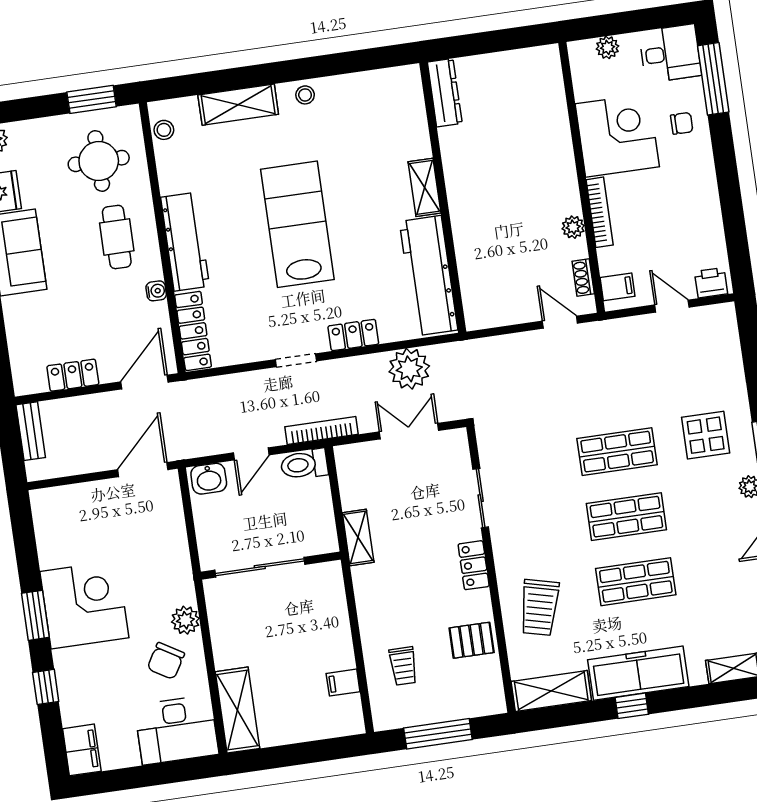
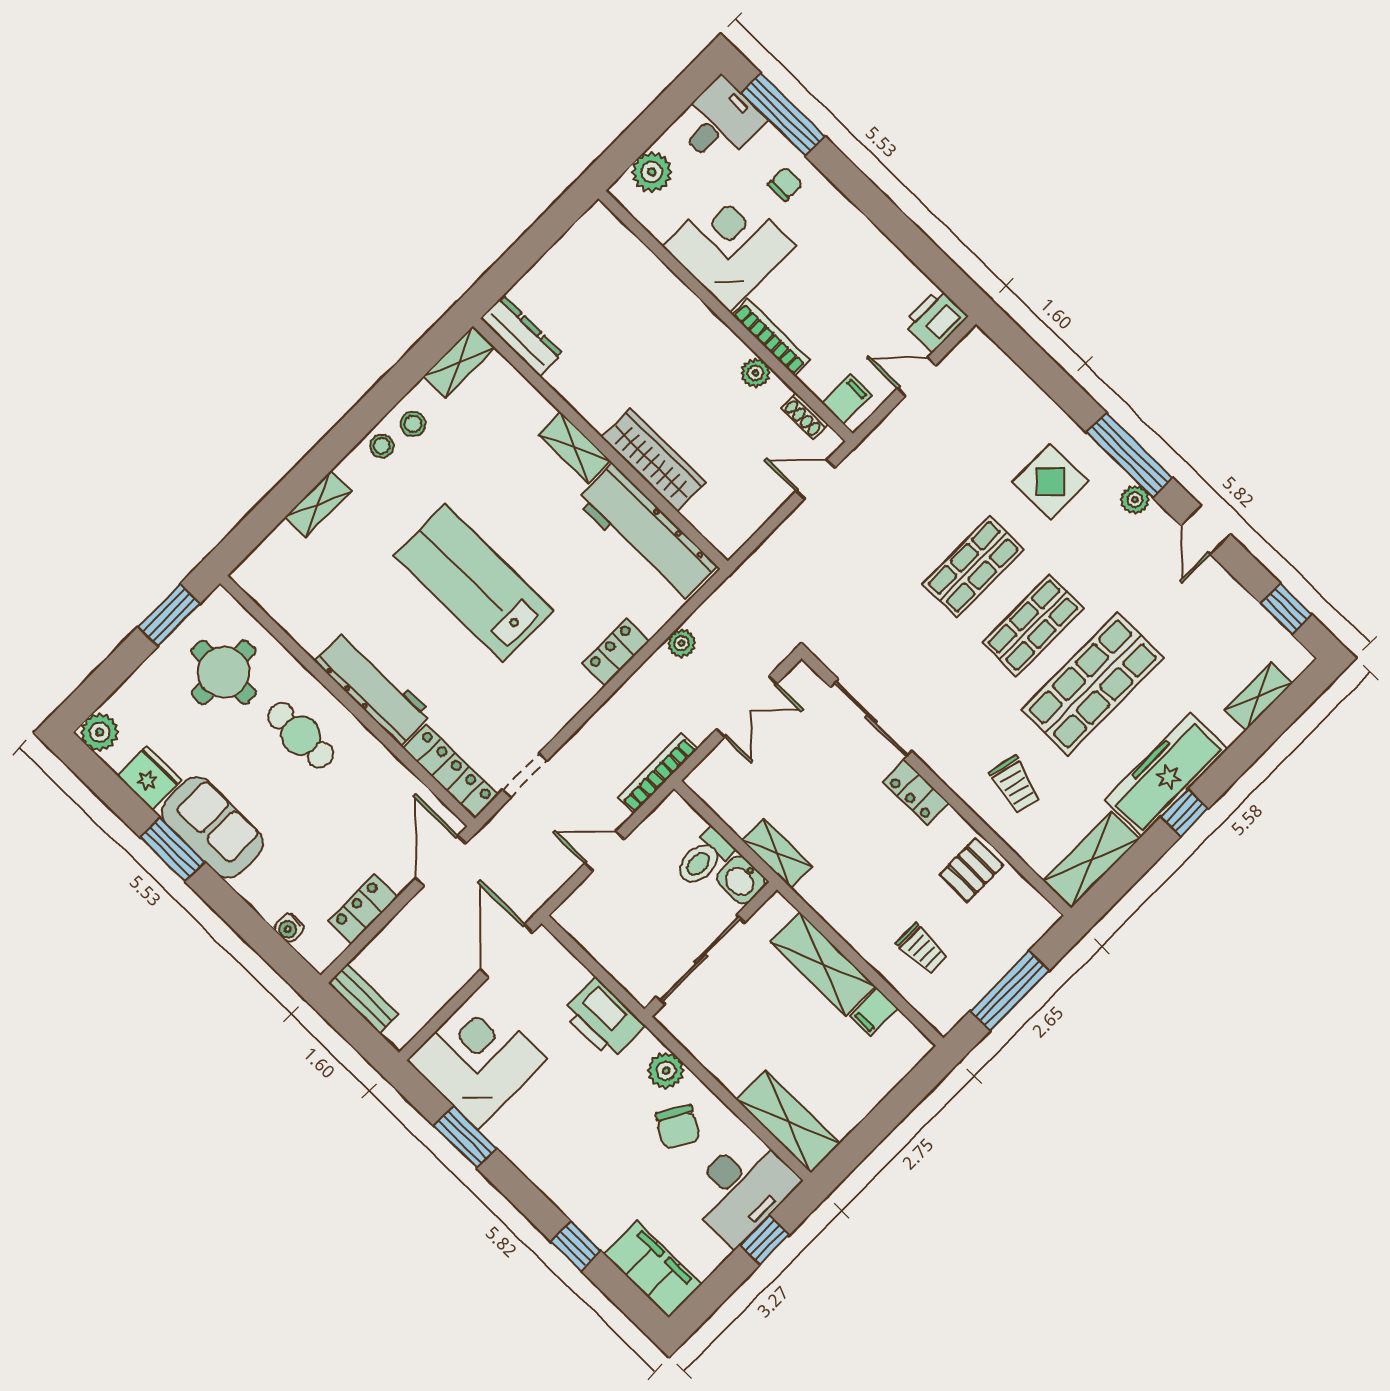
plant: (608, 47) -> (652, 172), width x1.38, depth x1.38
shelving: (393, 79) -> (459, 362), added
shelving: (238, 105) -> (318, 504), width x0.67, depth x0.75
stool: (164, 130) -> (413, 424), moved
wardrobe: (468, 233) -> (654, 460), added
printer: (711, 283) -> (935, 320), width x1.36, depth x1.24
water cooler: (156, 291) -> (289, 928), moved, turned 180
doorway: (296, 360) -> (525, 775), moved
plant: (409, 369) -> (682, 643), width x0.53, depth x0.53
double door: (409, 431) -> (747, 706), swing flipped
door: (251, 454) -> (604, 851), swing flipped
toilet: (304, 464) -> (704, 858), moved
washbasin: (209, 479) -> (741, 880), moved, turned 90
sliding door: (481, 498) -> (871, 719), width x1.37
printer: (171, 558) -> (603, 1019), added
shop shelf: (636, 582) -> (1093, 684), width x1.43, depth x1.36
corner desk: (84, 605) -> (477, 1060), moved
trolley: (539, 607) -> (1015, 784), width x0.73, depth x0.72
window: (35, 615) -> (465, 1137), moved
shelving: (334, 628) -> (823, 964), added
filing cabinet: (82, 750) -> (653, 1269), width x1.50, depth x1.17
window: (166, 773) -> (764, 1240), added

